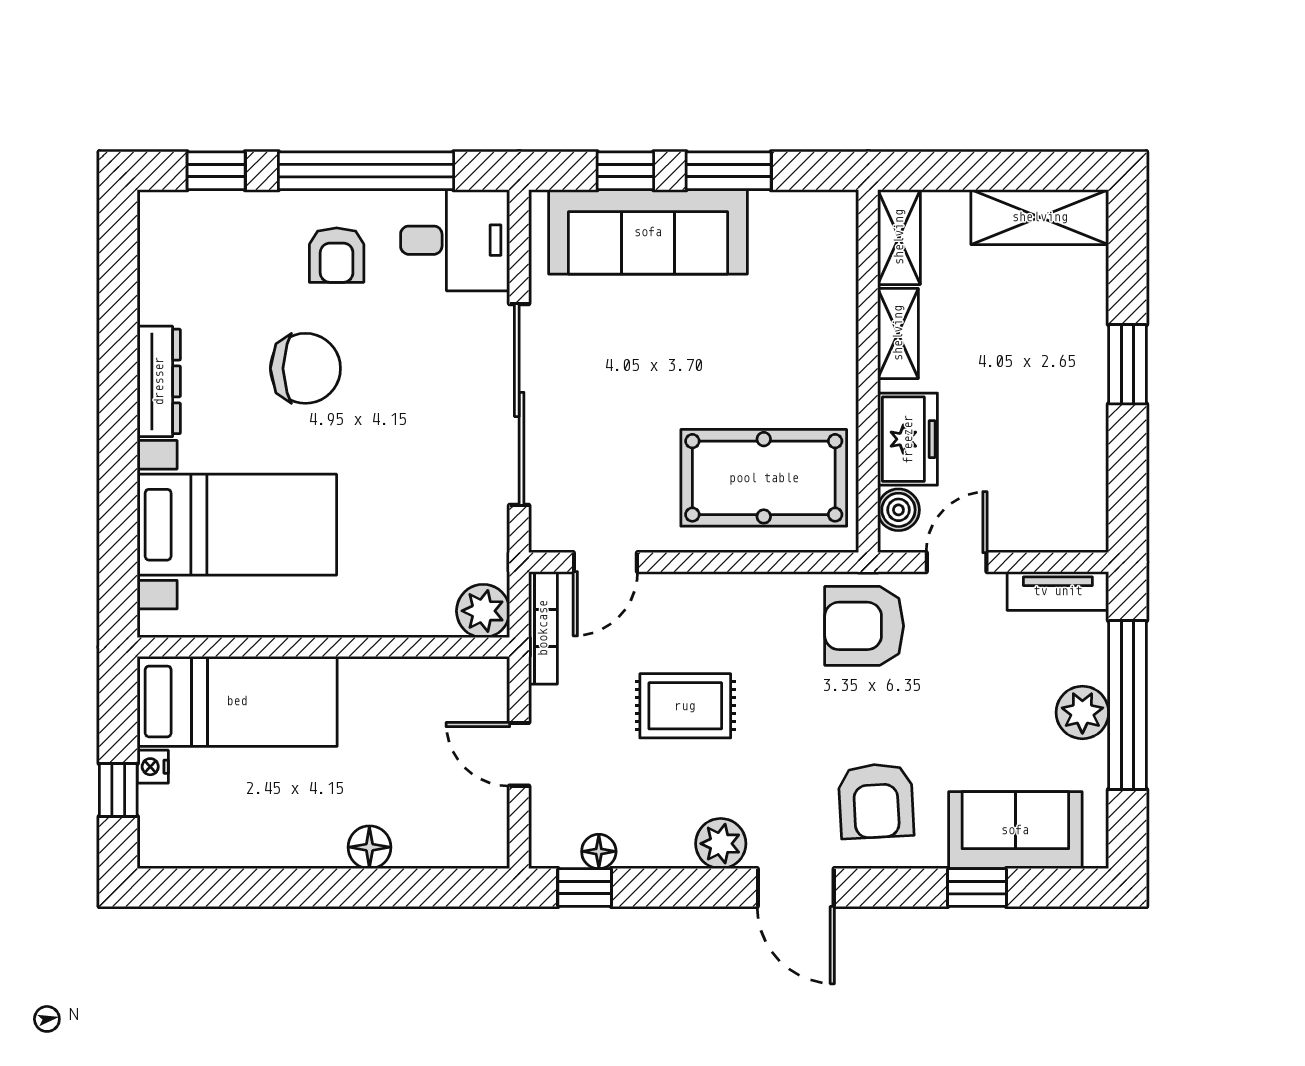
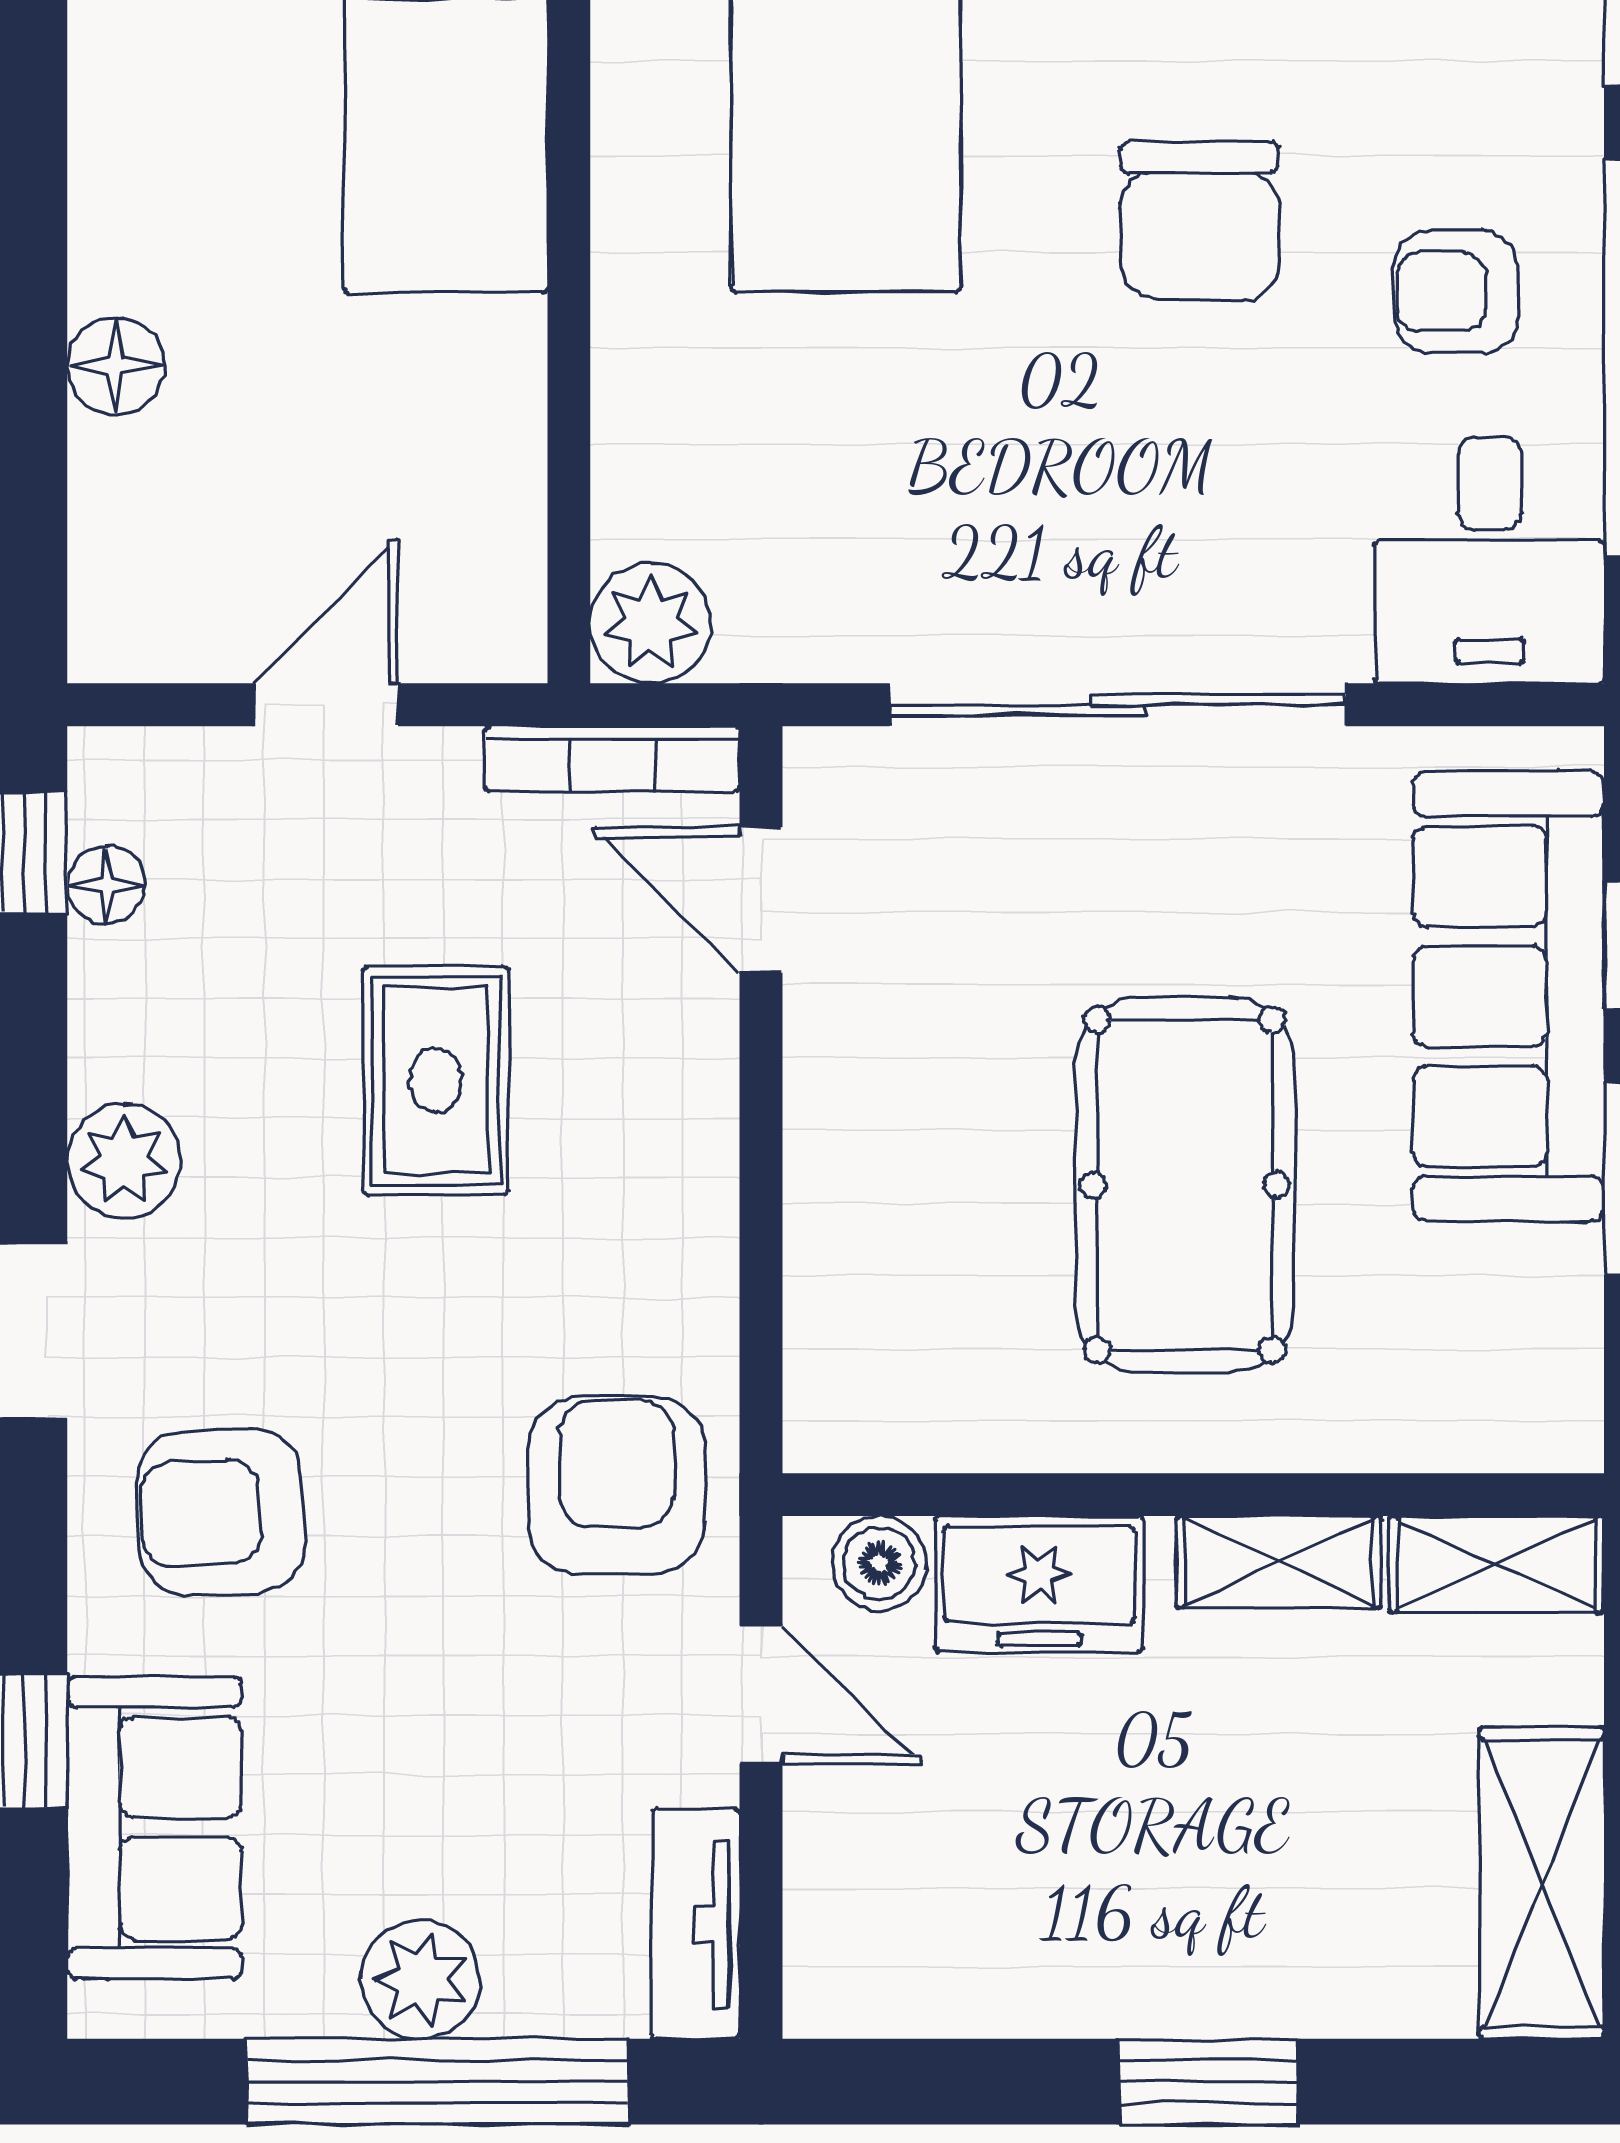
pool table: (764, 478) -> (1185, 1185), moved

